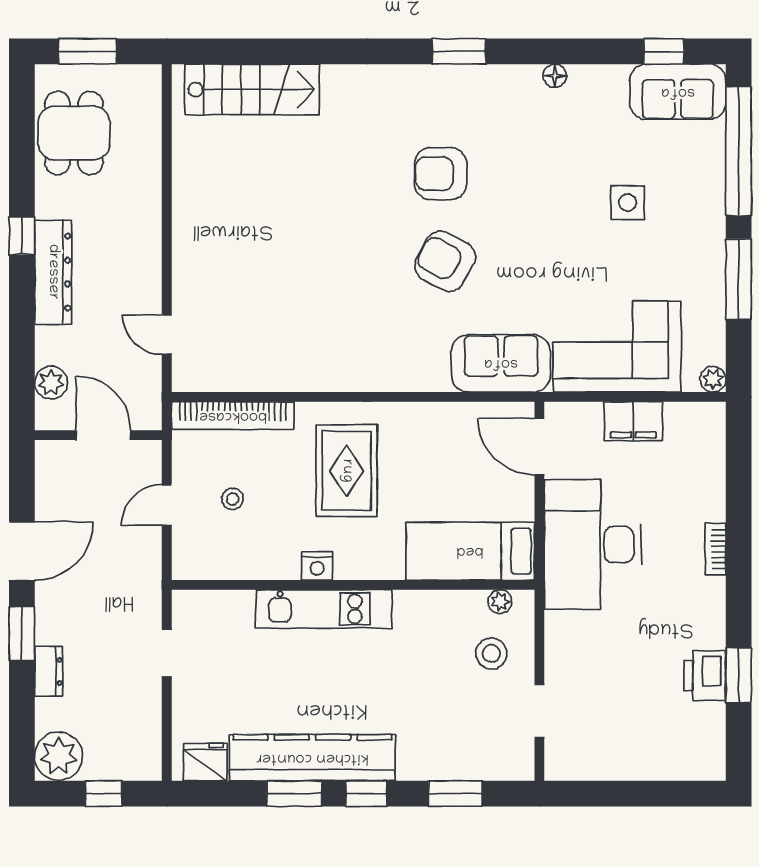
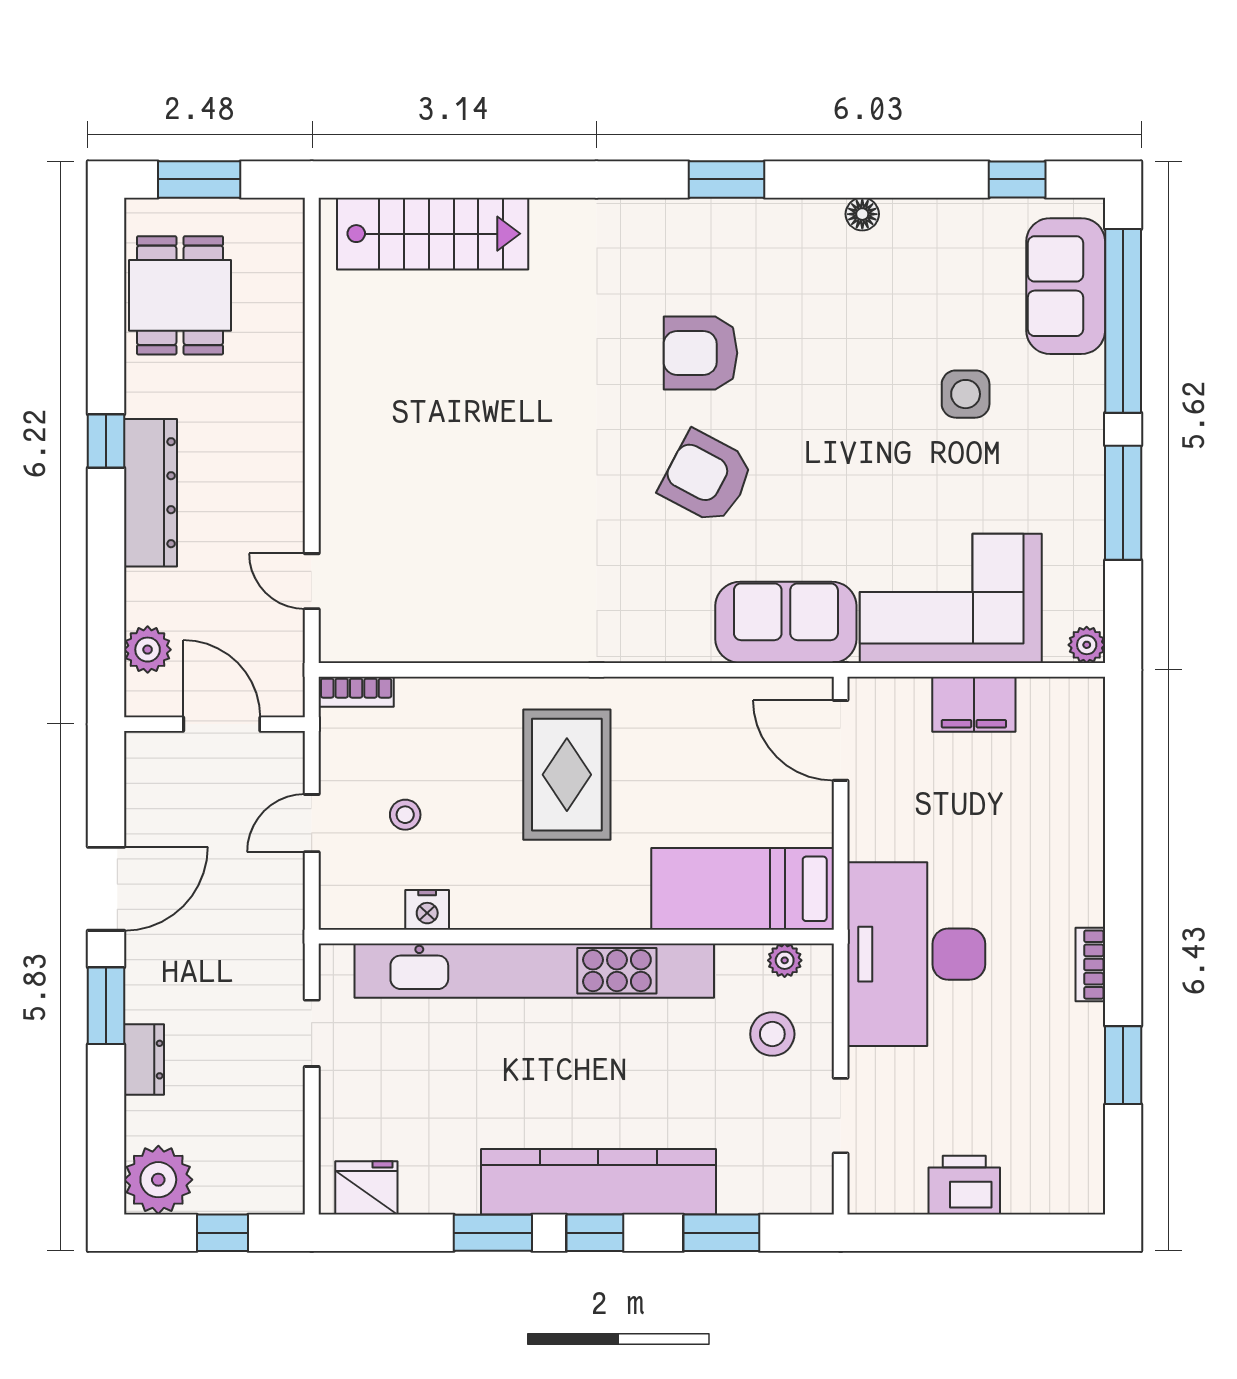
sofa: (678, 92) -> (1066, 286), moved, turned 90
bookcase: (233, 416) -> (356, 692), width x0.43, depth x0.76
desk: (593, 544) -> (916, 954), moved
bookcase: (715, 549) -> (1090, 965), moved
nightstand: (317, 566) -> (427, 910), moved
kitchen unit: (324, 609) -> (534, 971), width x1.86
printer: (705, 675) -> (964, 1185), moved, turned 90
kitchen counter: (312, 758) -> (598, 1182), moved

